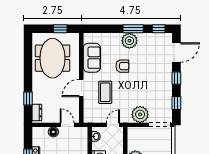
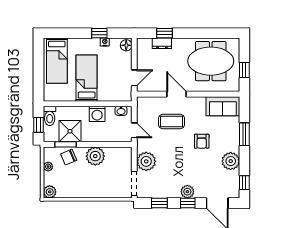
window: (133, 29) -> (244, 134), moved
plant: (129, 41) -> (231, 161), moved
sofa: (92, 58) -> (223, 106), moved
plant: (166, 79) -> (187, 192), added
dresser: (37, 112) -> (162, 43), moved
floor lamp: (53, 132) -> (126, 45), moved

